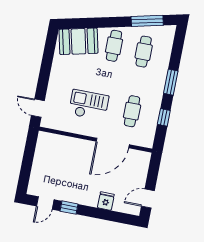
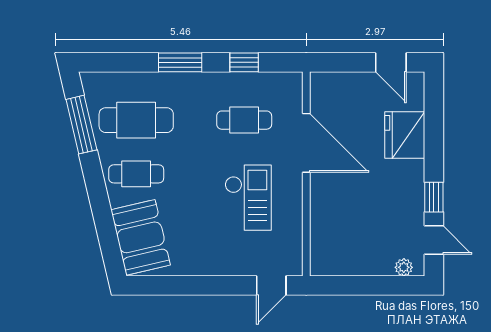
cafe table: (144, 52) -> (136, 120), width x1.37, depth x1.35
checkout: (89, 105) -> (248, 198), turned 180
plant: (33, 183) -> (404, 267), added
fridge: (106, 201) -> (405, 135), width x1.88, depth x1.34

